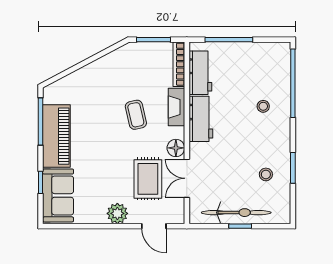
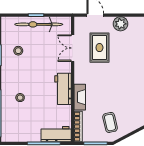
workbench: (200, 73) -> (56, 134), moved, turned 90
coffee table: (136, 115) -> (110, 122), moved
floor lamp: (176, 148) -> (80, 69), removed
double door: (187, 178) -> (73, 48), swing flipped

